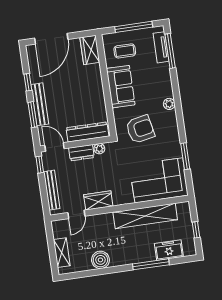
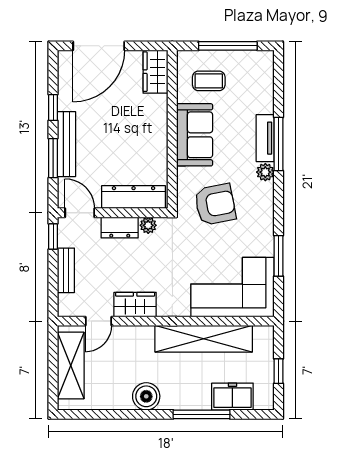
tv unit: (161, 47) -> (265, 138), moved
window: (170, 51) -> (278, 144), moved
bench: (52, 190) -> (66, 270), width x0.73
shelving: (62, 253) -> (71, 365), width x1.50, depth x1.33
boiler: (100, 260) -> (146, 396), moved

